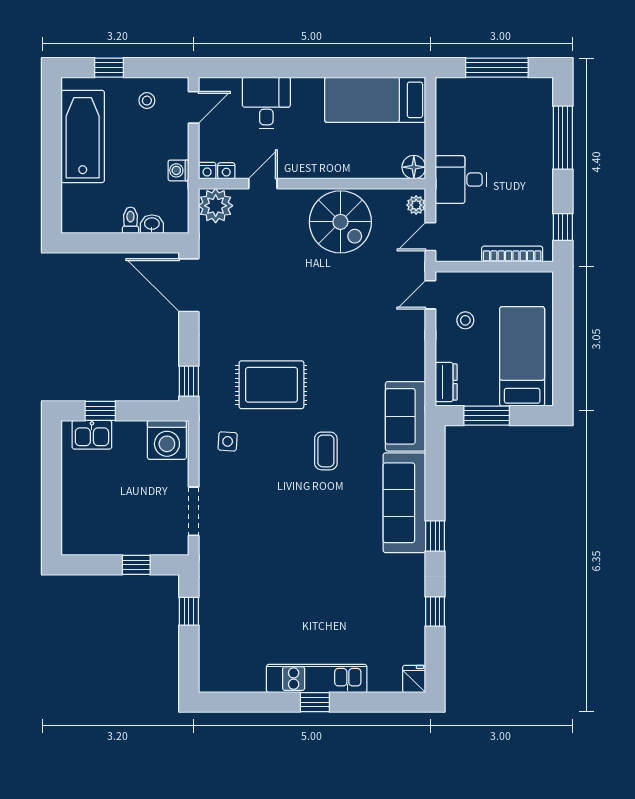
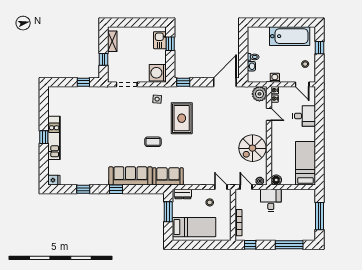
shelving: (95, 545) -> (112, 41), added

